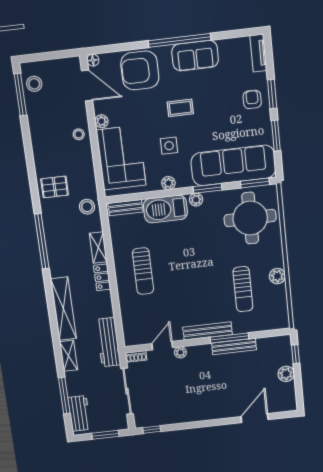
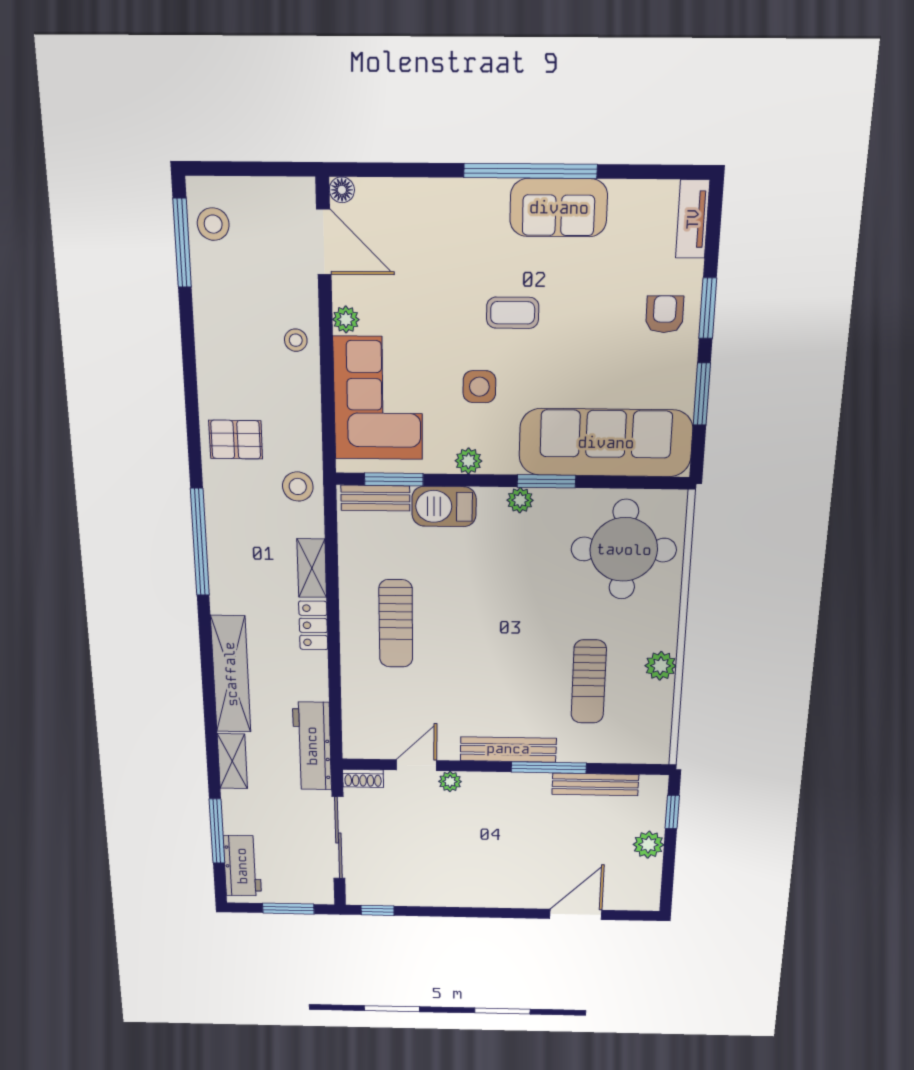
armchair: (140, 70) -> (438, 224), removed
window: (255, 183) -> (394, 479), moved
barbecue: (165, 209) -> (444, 506), width x0.73, depth x0.83
bench: (234, 346) -> (595, 784), moved

